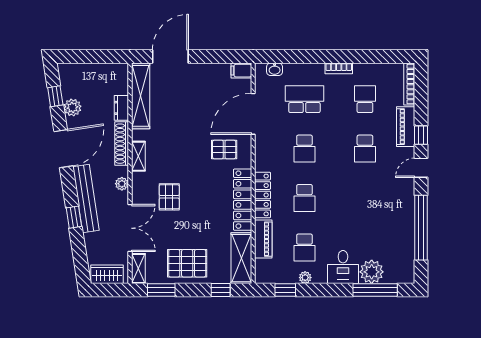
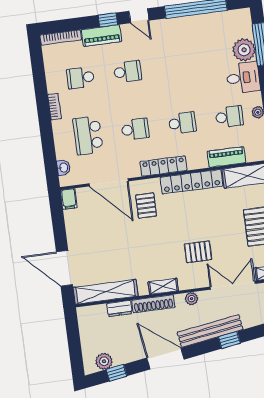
plant: (72, 107) -> (104, 361), moved
locker: (263, 195) -> (163, 166), moved

